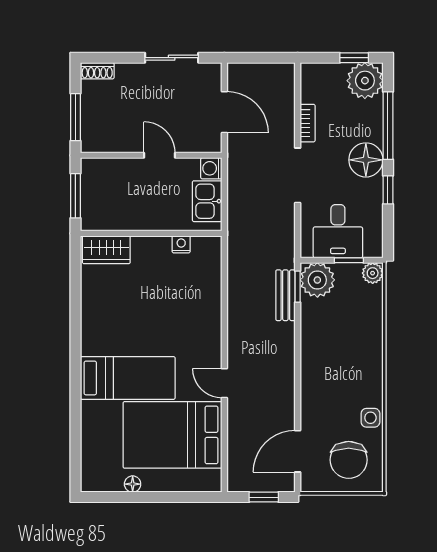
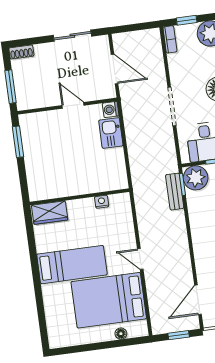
window: (354, 58) -> (187, 20), moved
bookcase: (308, 123) -> (170, 39), moved
wall: (151, 233) -> (79, 197), moved
nightstand: (181, 244) -> (102, 202), moved
wardrobe: (106, 250) -> (50, 213), moved
floor lamp: (133, 484) -> (121, 334), moved

